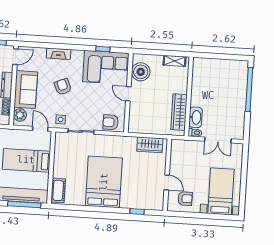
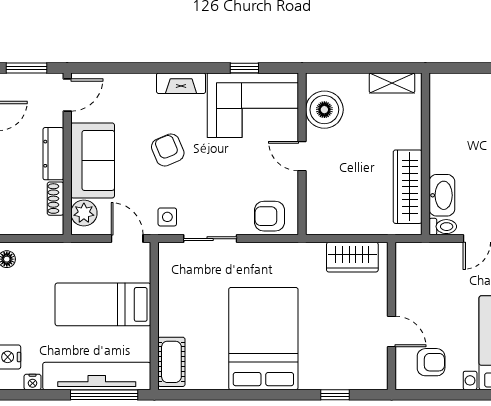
fireplace: (59, 54) -> (181, 83), moved

